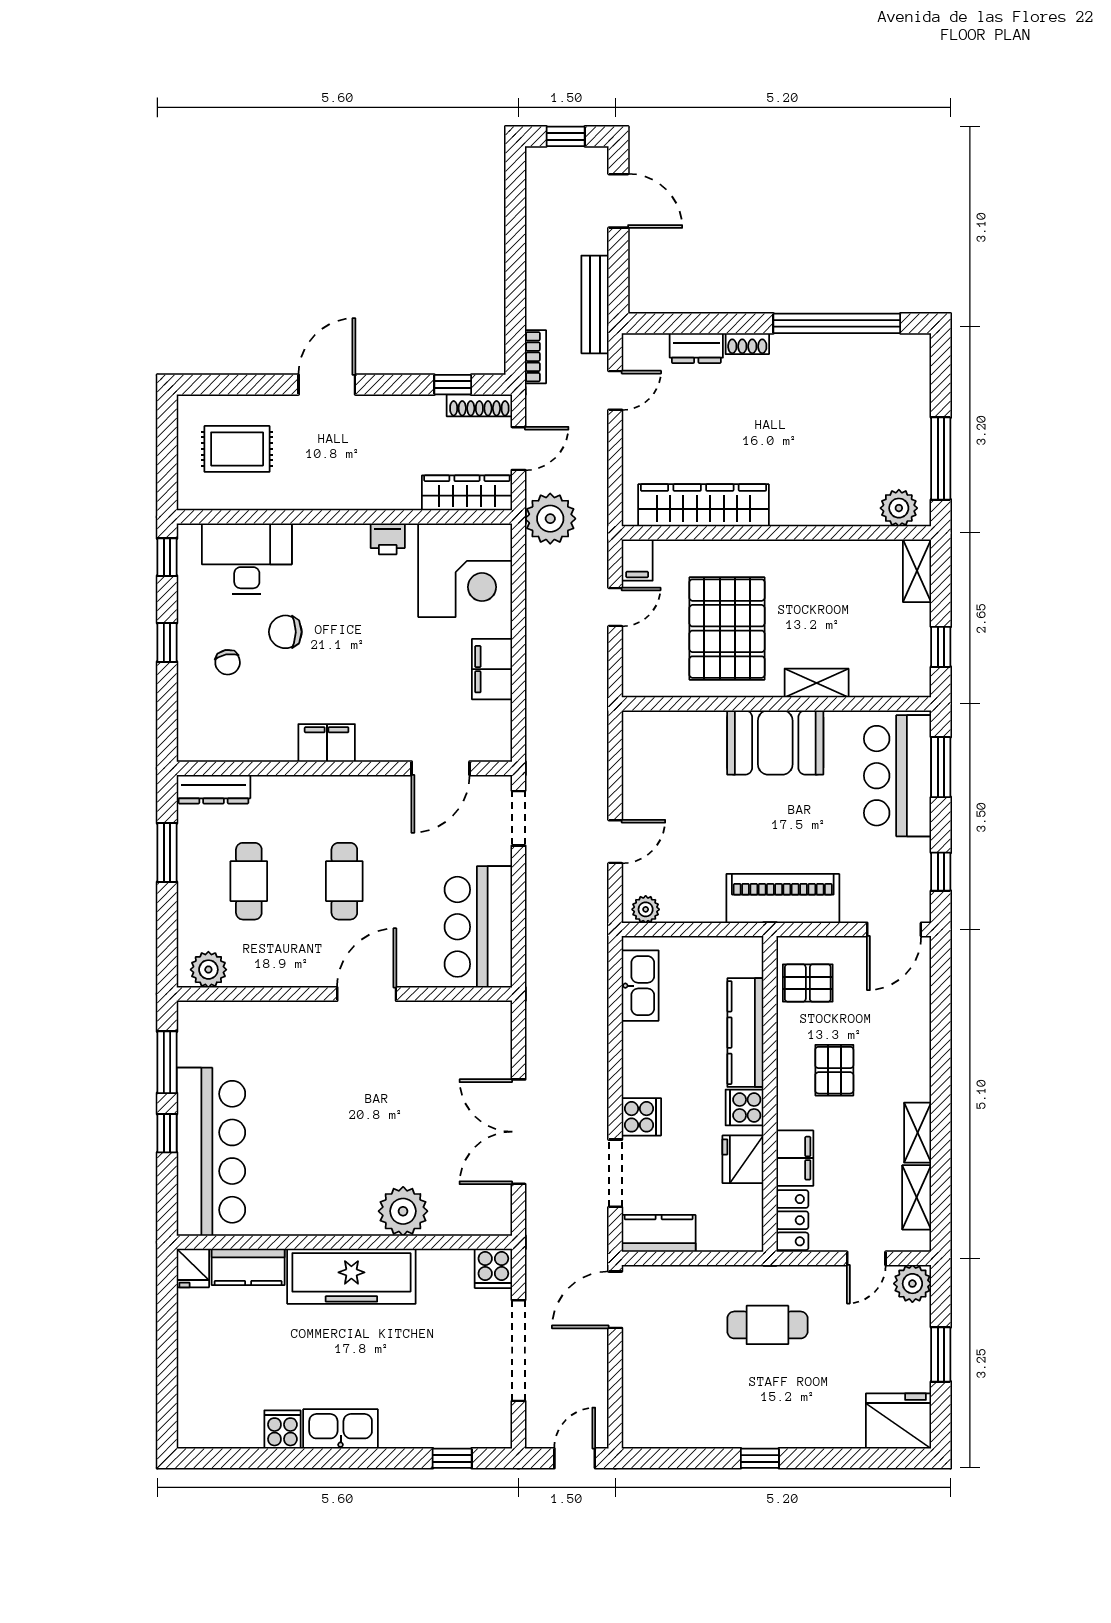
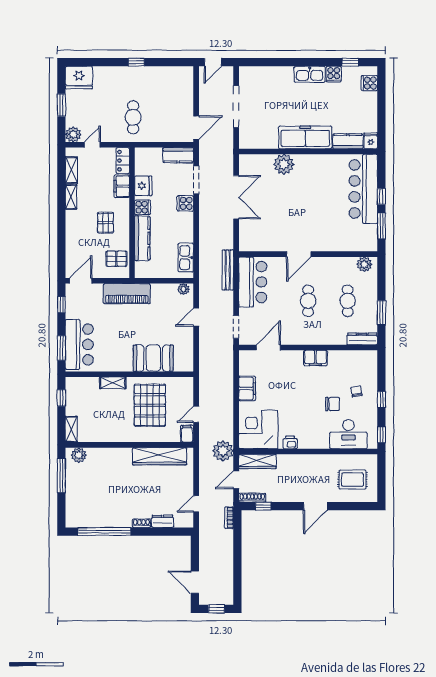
bench: (595, 304) -> (228, 270), moved
booth: (775, 742) -> (153, 358), moved
cooker: (493, 1268) -> (369, 83), moved, turned -90
cafe table: (767, 1325) -> (133, 117), turned 90
window: (452, 1458) -> (350, 62), moved

